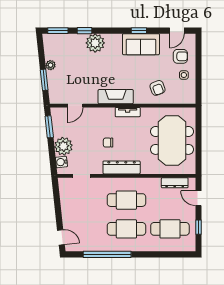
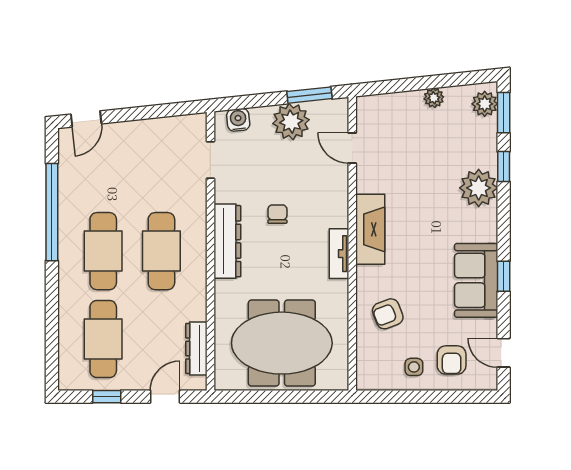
plant: (53, 40) -> (485, 104), added
window: (44, 80) -> (404, 85), removed
plant: (63, 146) -> (291, 122), moved

